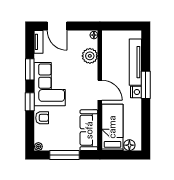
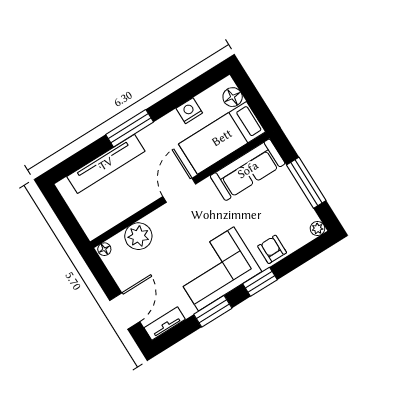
nightstand: (136, 92) -> (189, 111), moved

